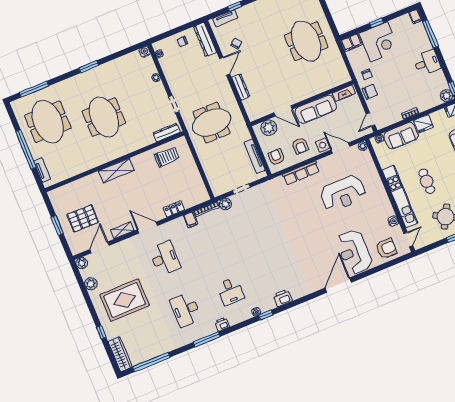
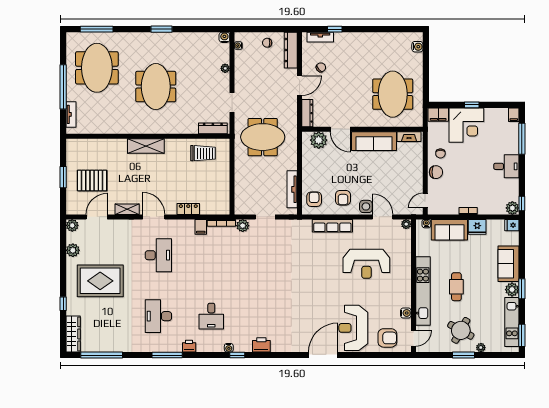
fireplace: (344, 93) -> (409, 137), moved
wall: (302, 103) -> (362, 129), moved
sofa: (316, 109) -> (374, 141), moved
door: (283, 111) -> (340, 129), moved
plant: (269, 128) -> (319, 140), moved

